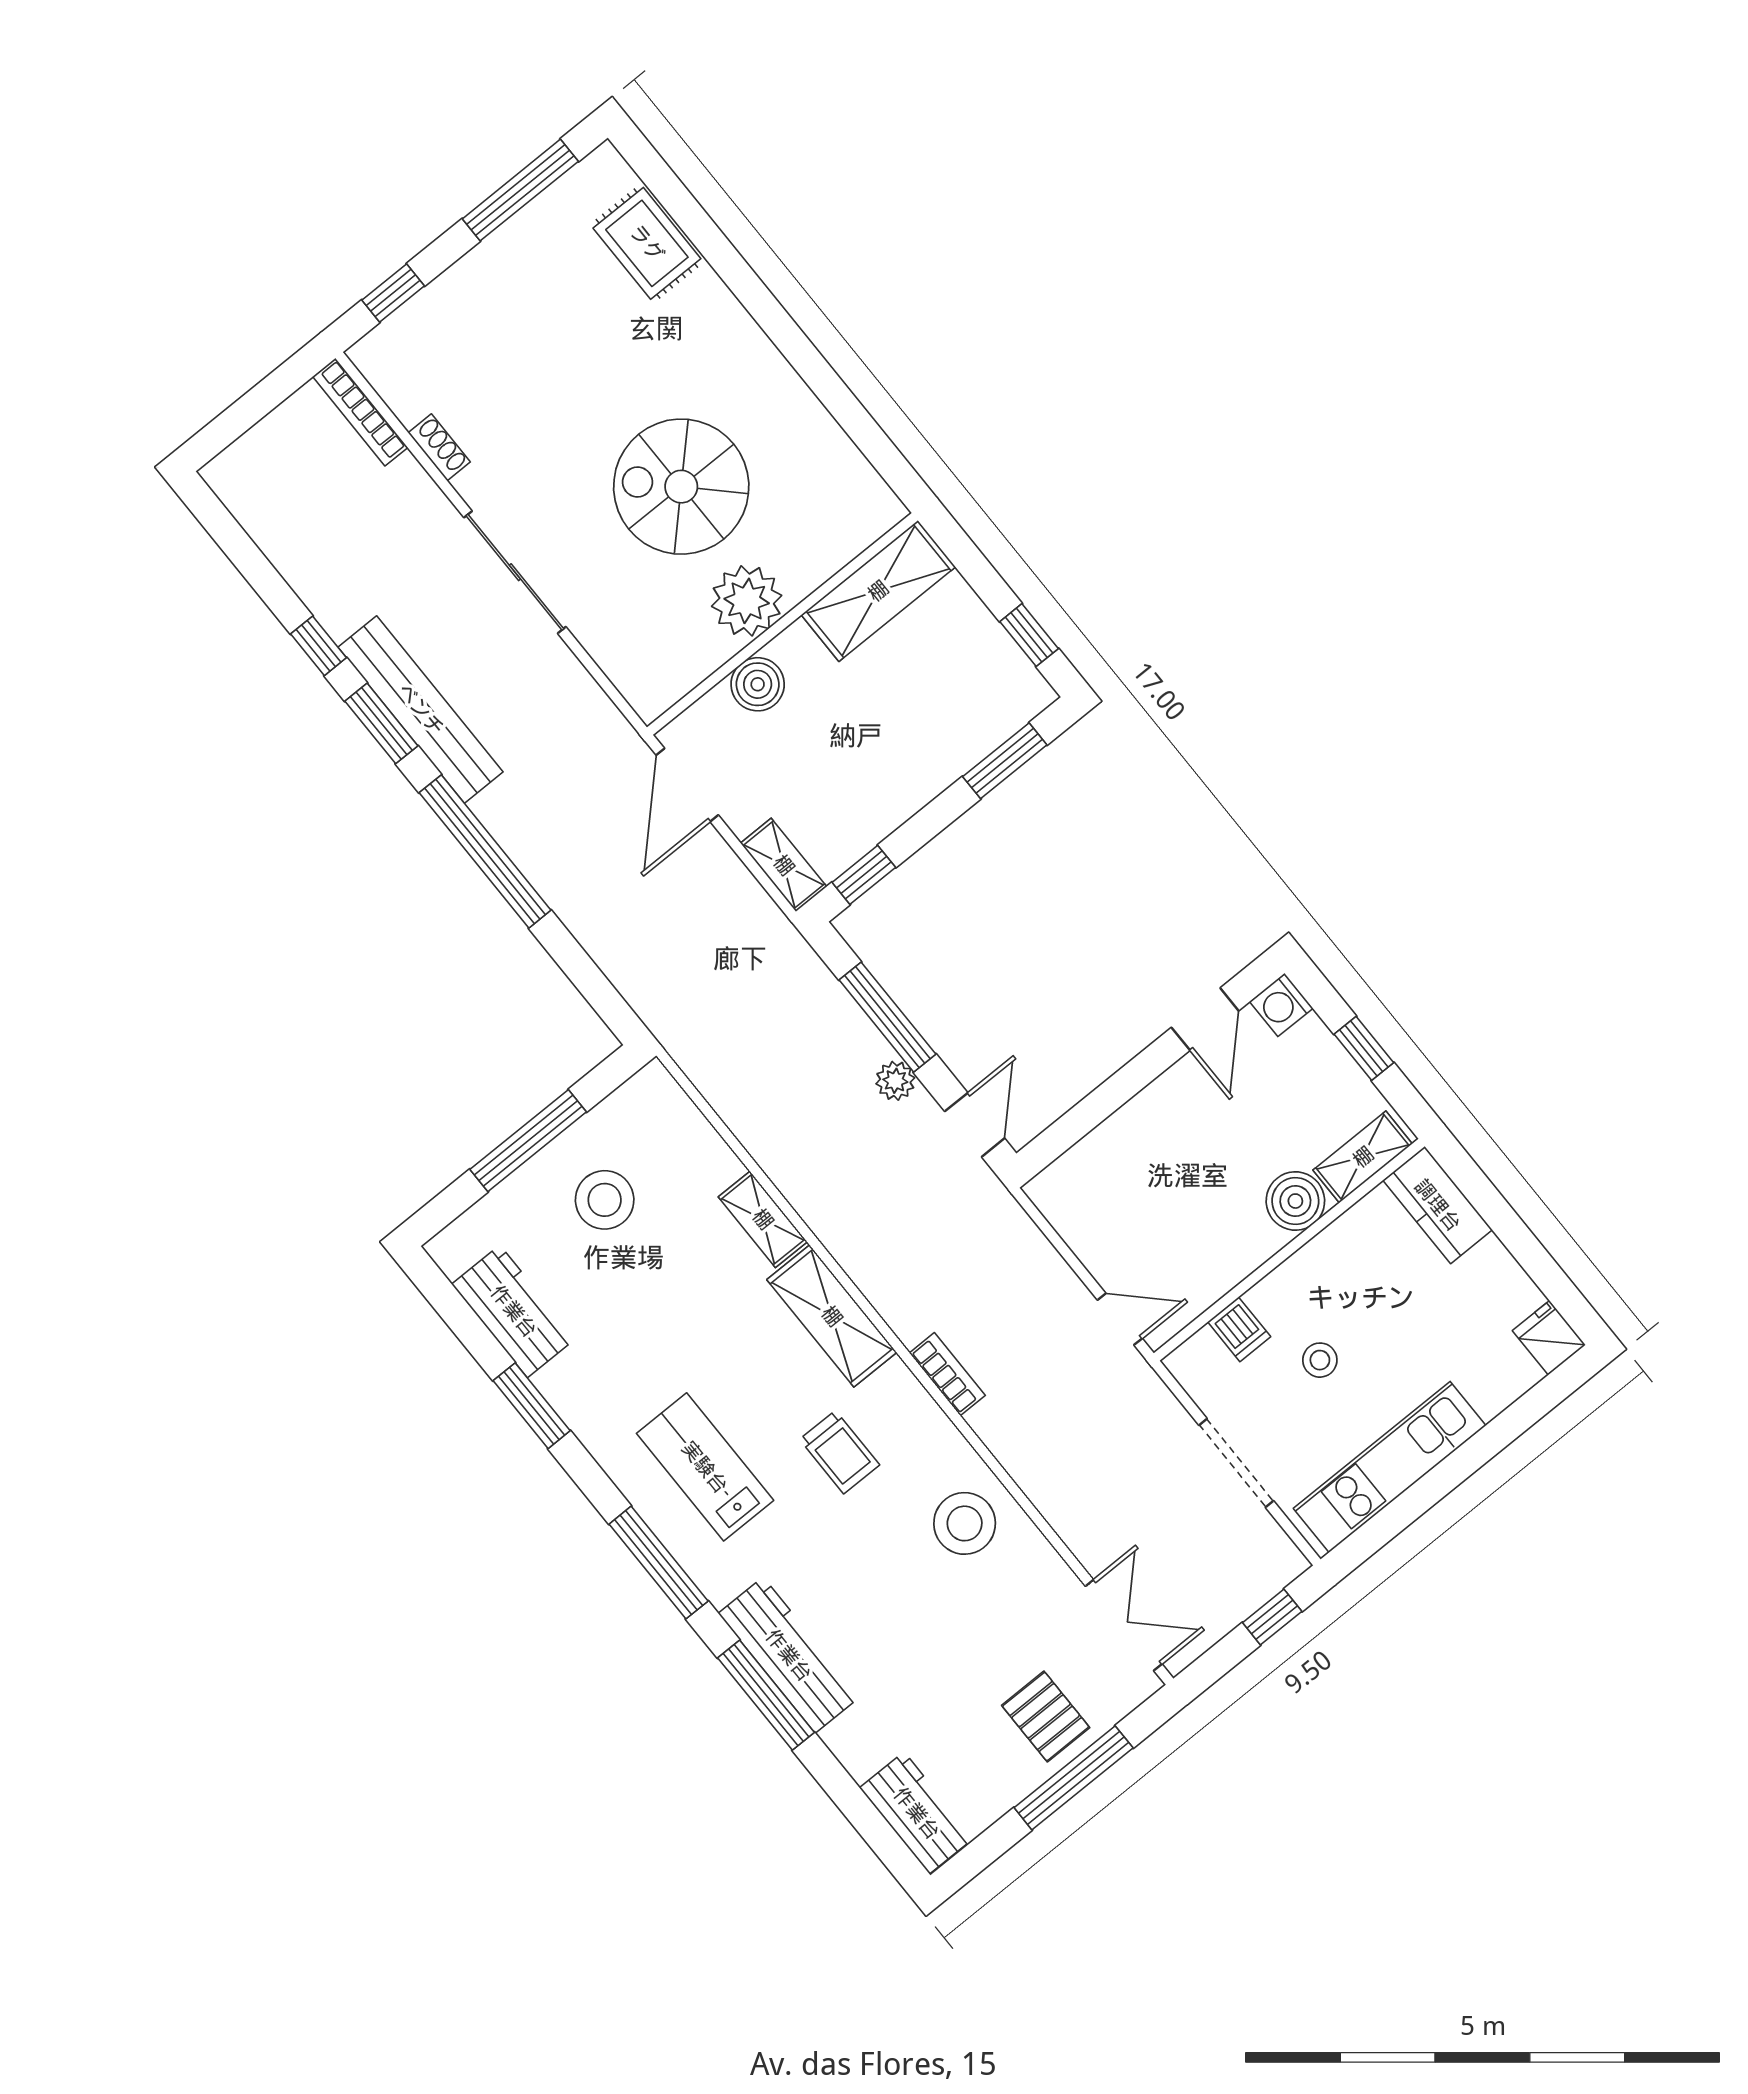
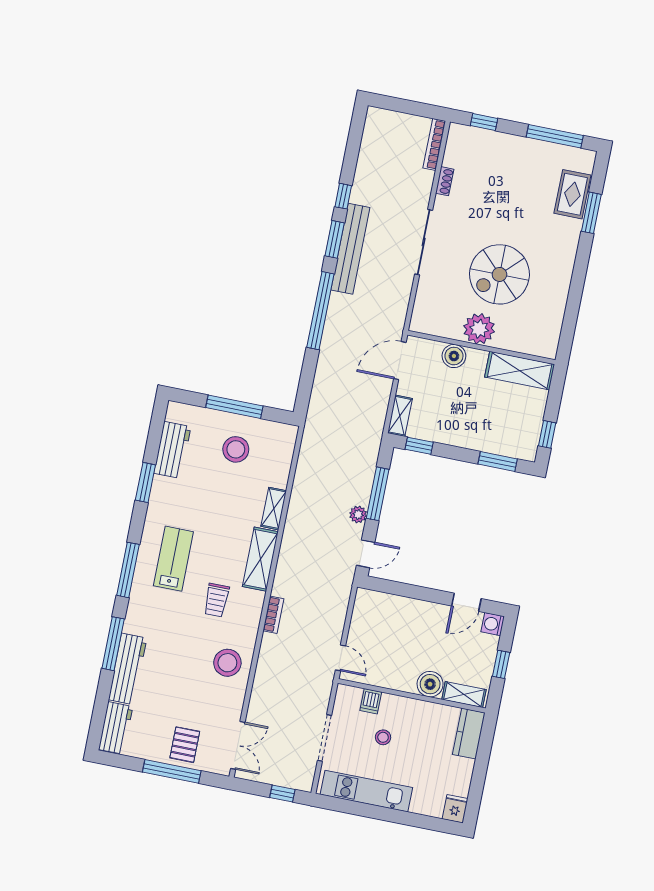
window: (707, 237) -> (591, 213), added
spiral stairs: (681, 487) -> (499, 274), turned -90
workbench: (789, 1655) -> (128, 669), moved

